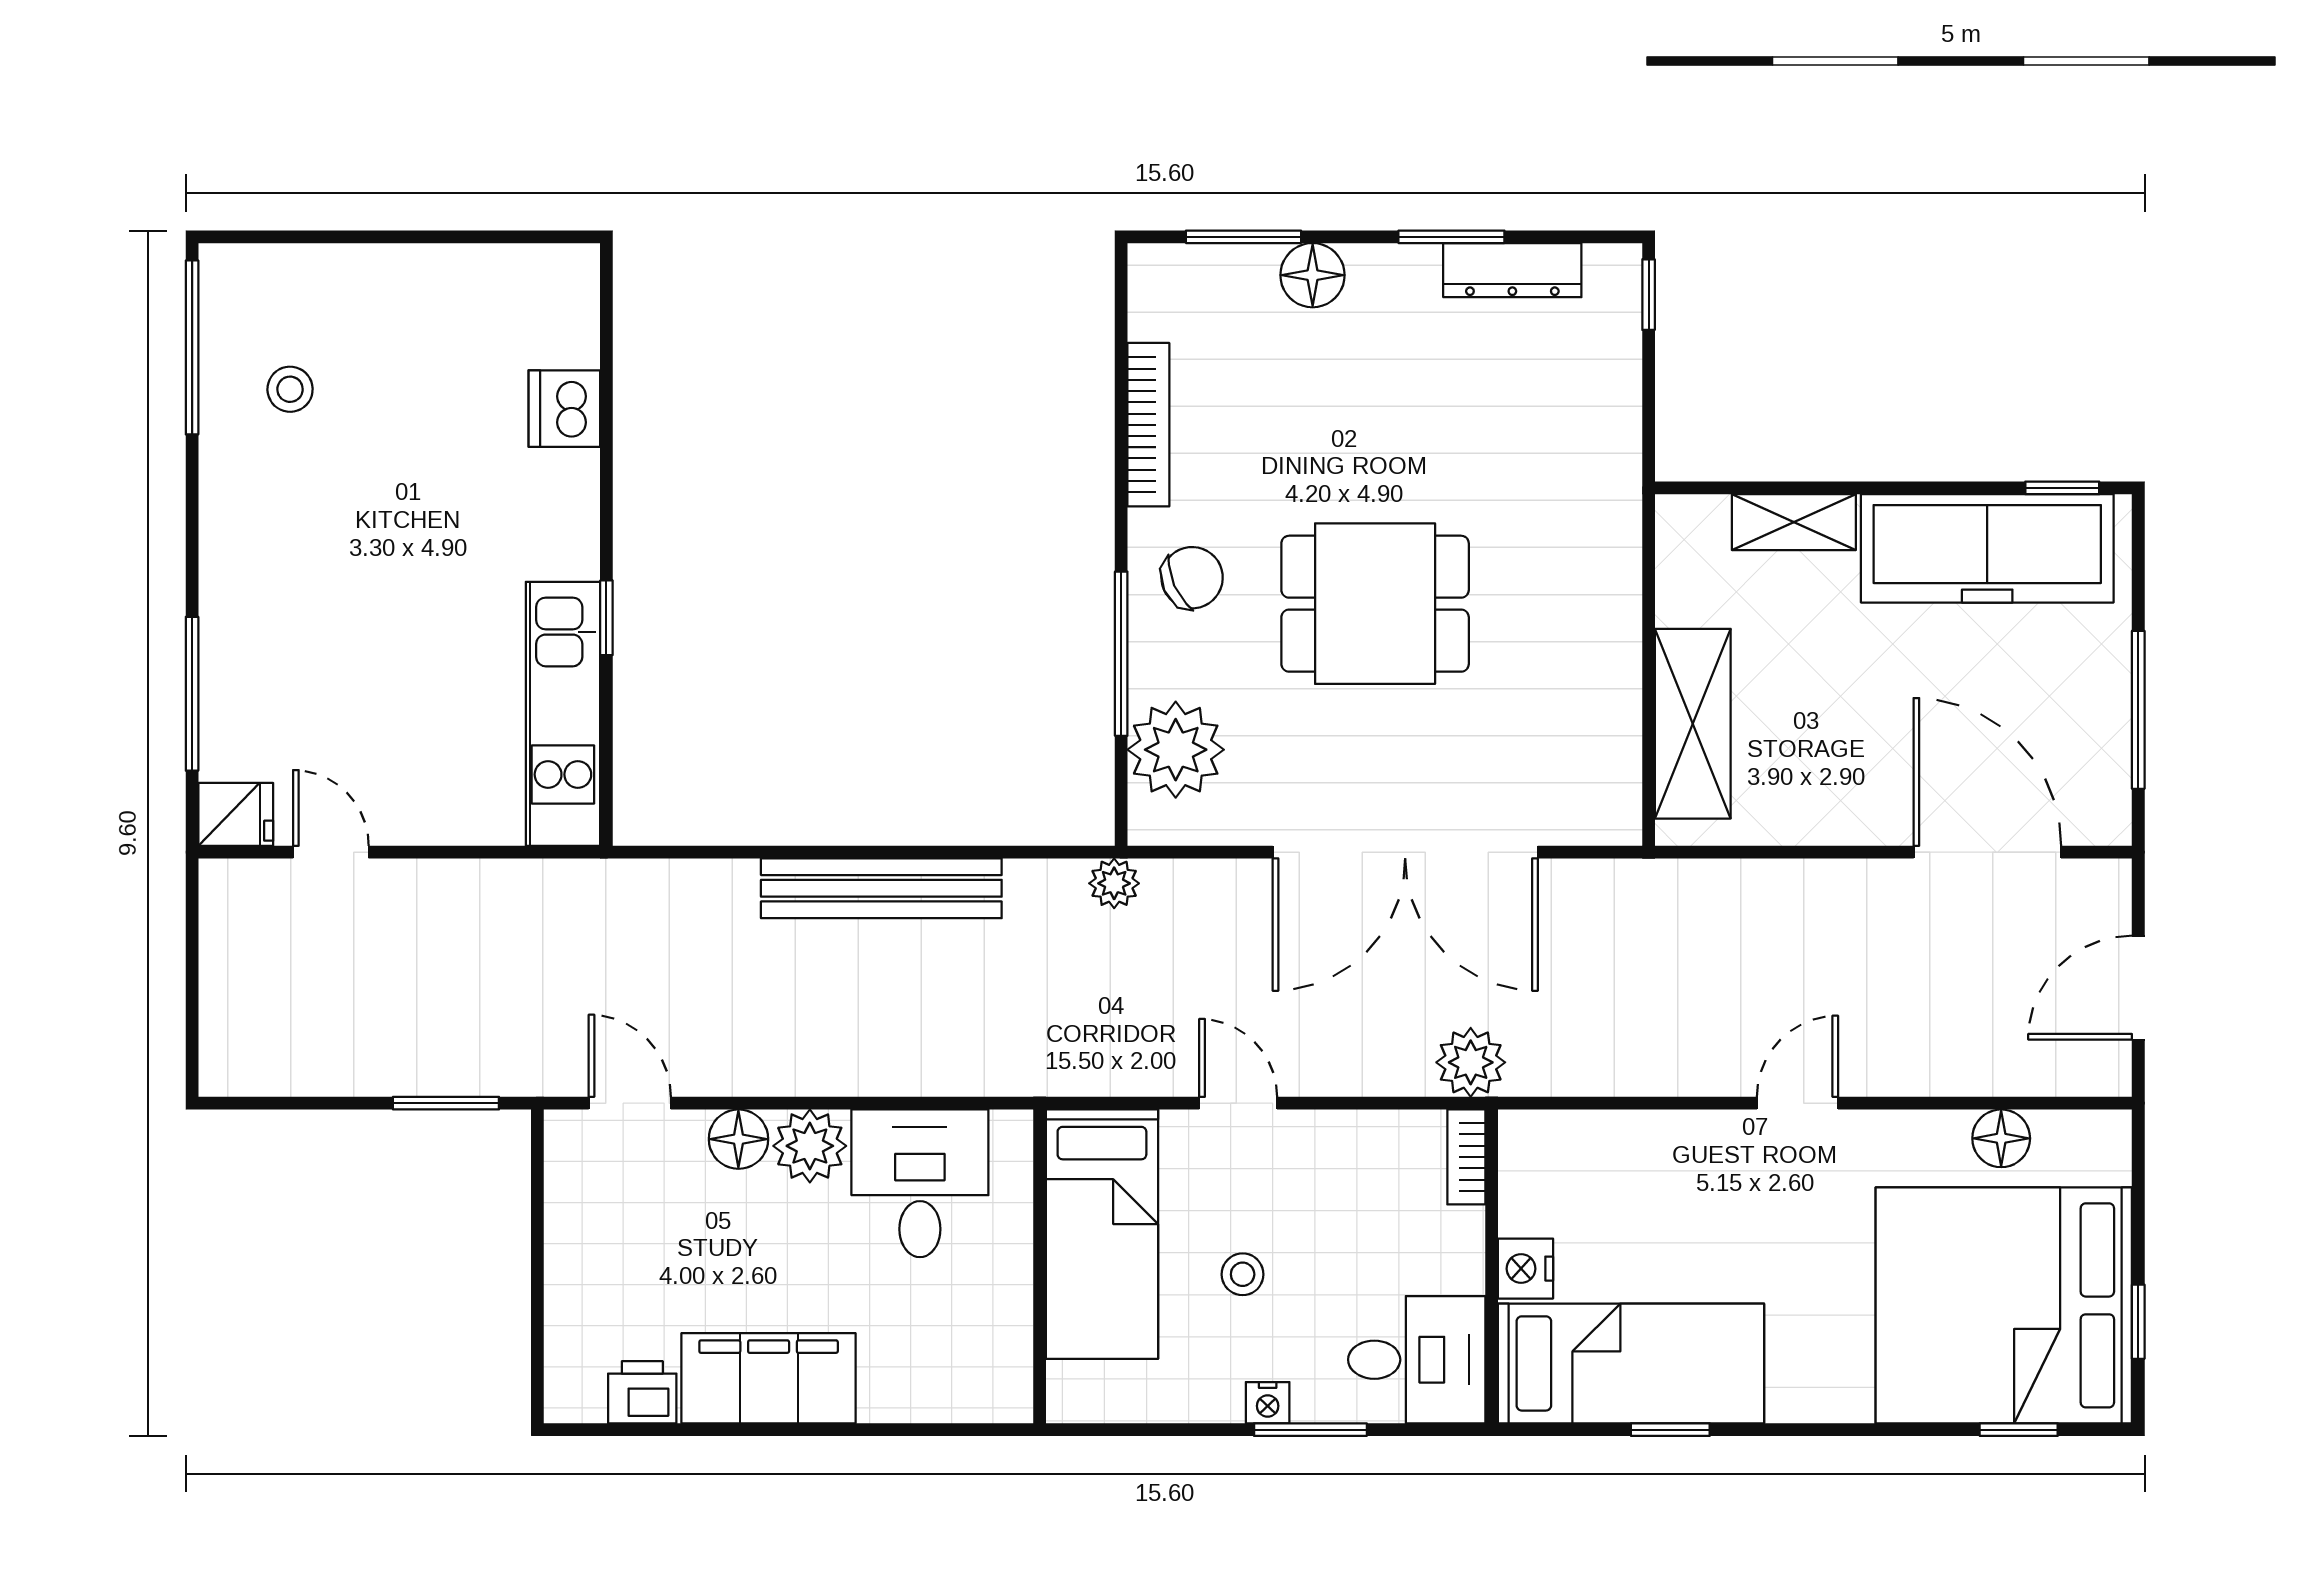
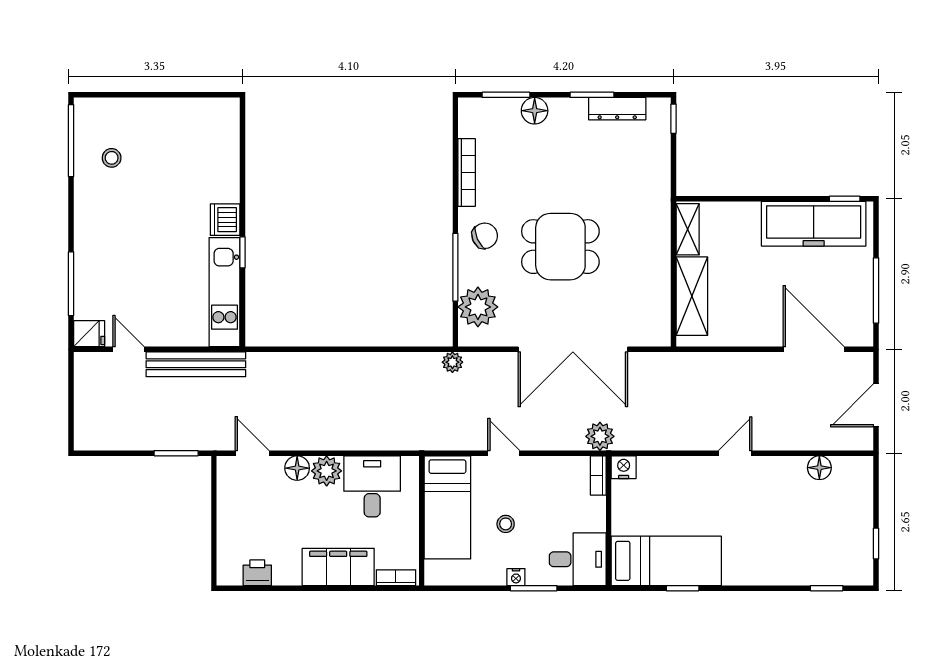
dishwasher: (564, 409) -> (225, 220), moved
shelving: (1794, 522) -> (688, 229), moved, turned 90
bench: (881, 888) -> (196, 364), moved
nightstand: (1525, 1269) -> (624, 467), moved, turned 90
bed: (2004, 1305) -> (820, 537), removed
filing cabinet: (769, 1378) -> (338, 567), moved
bookcase: (978, 1404) -> (396, 578), added

